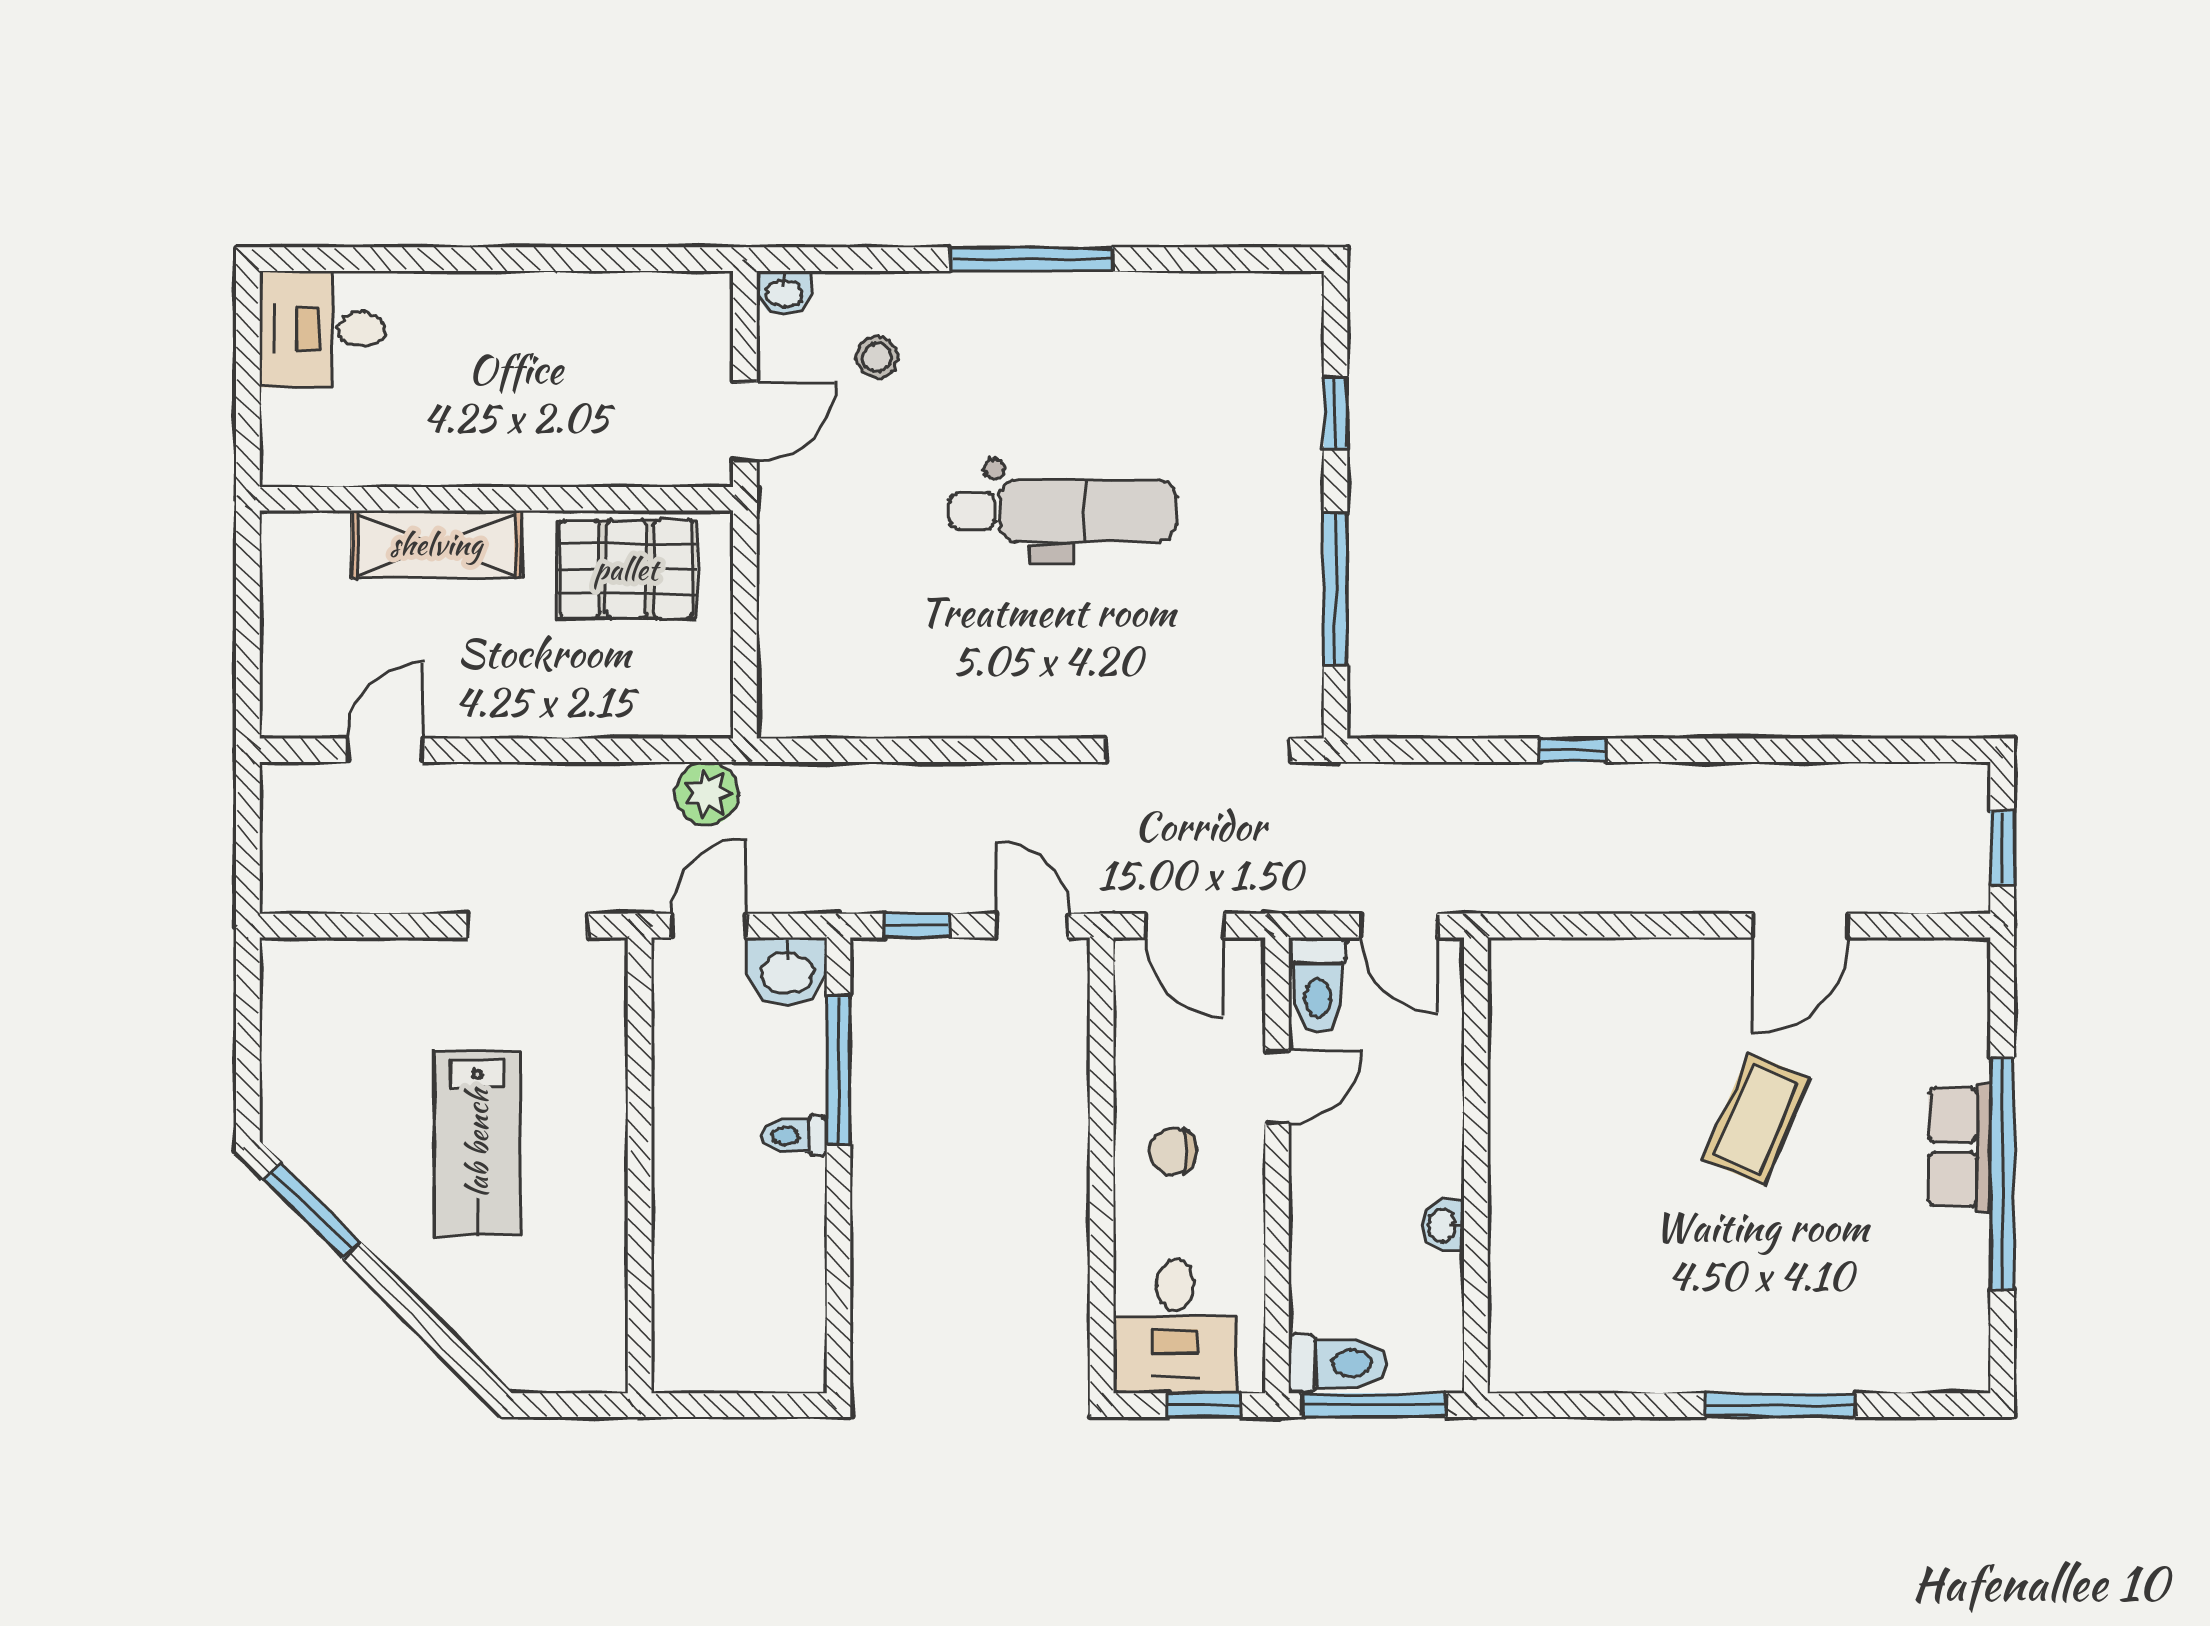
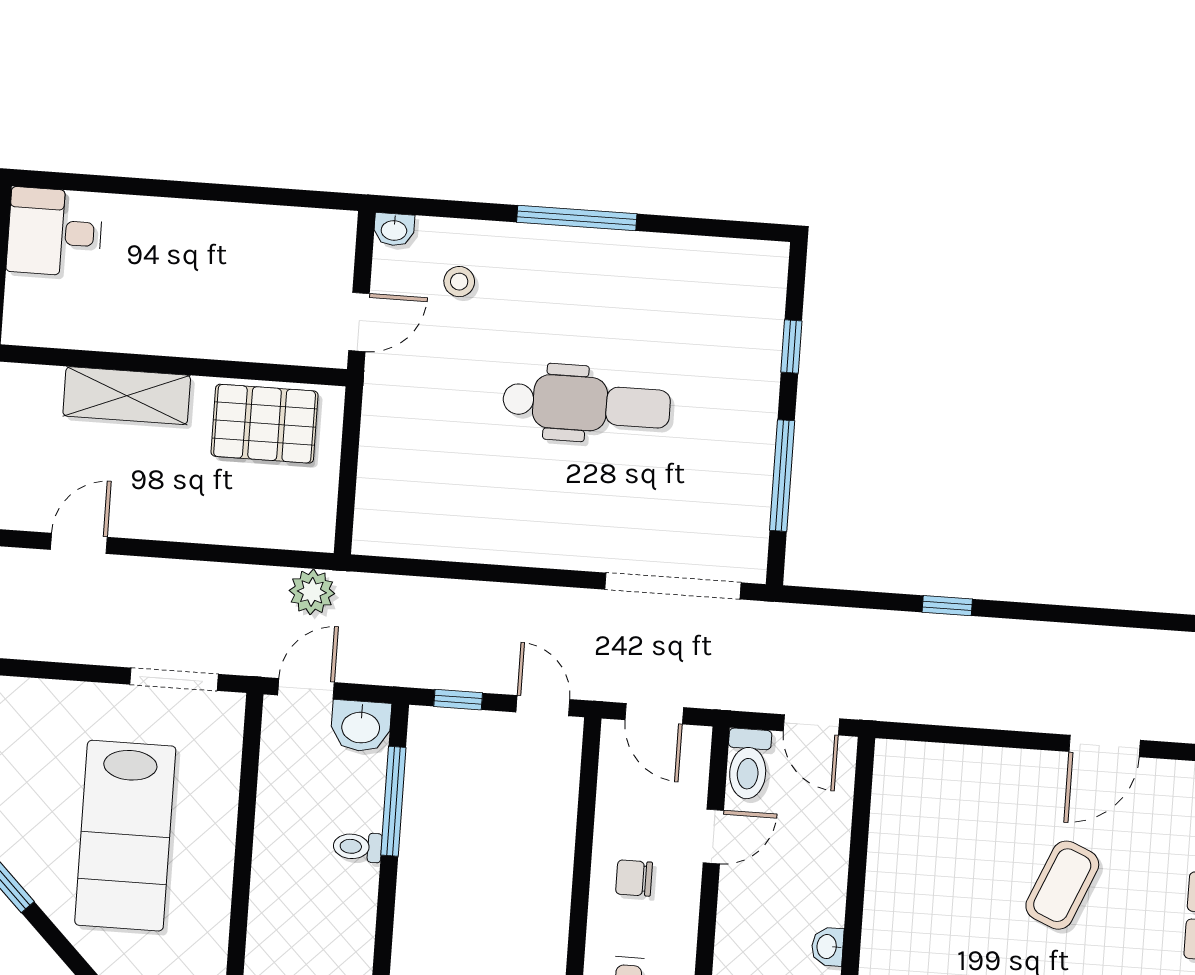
lab bench: (477, 1143) -> (125, 836), width x1.36, depth x1.39

